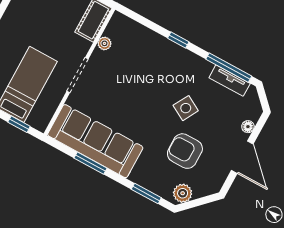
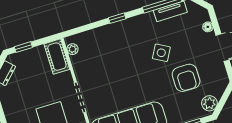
plant: (104, 43) -> (73, 49), moved
armchair: (185, 151) -> (186, 78), turned -90

